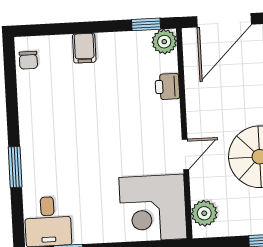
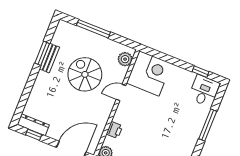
window: (15, 167) -> (208, 125), width x1.44

